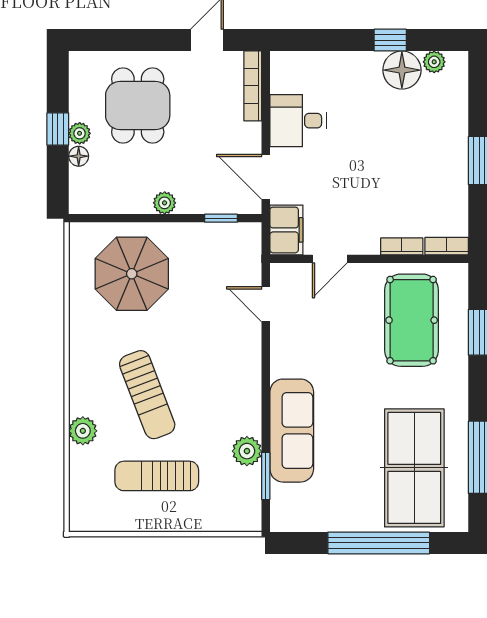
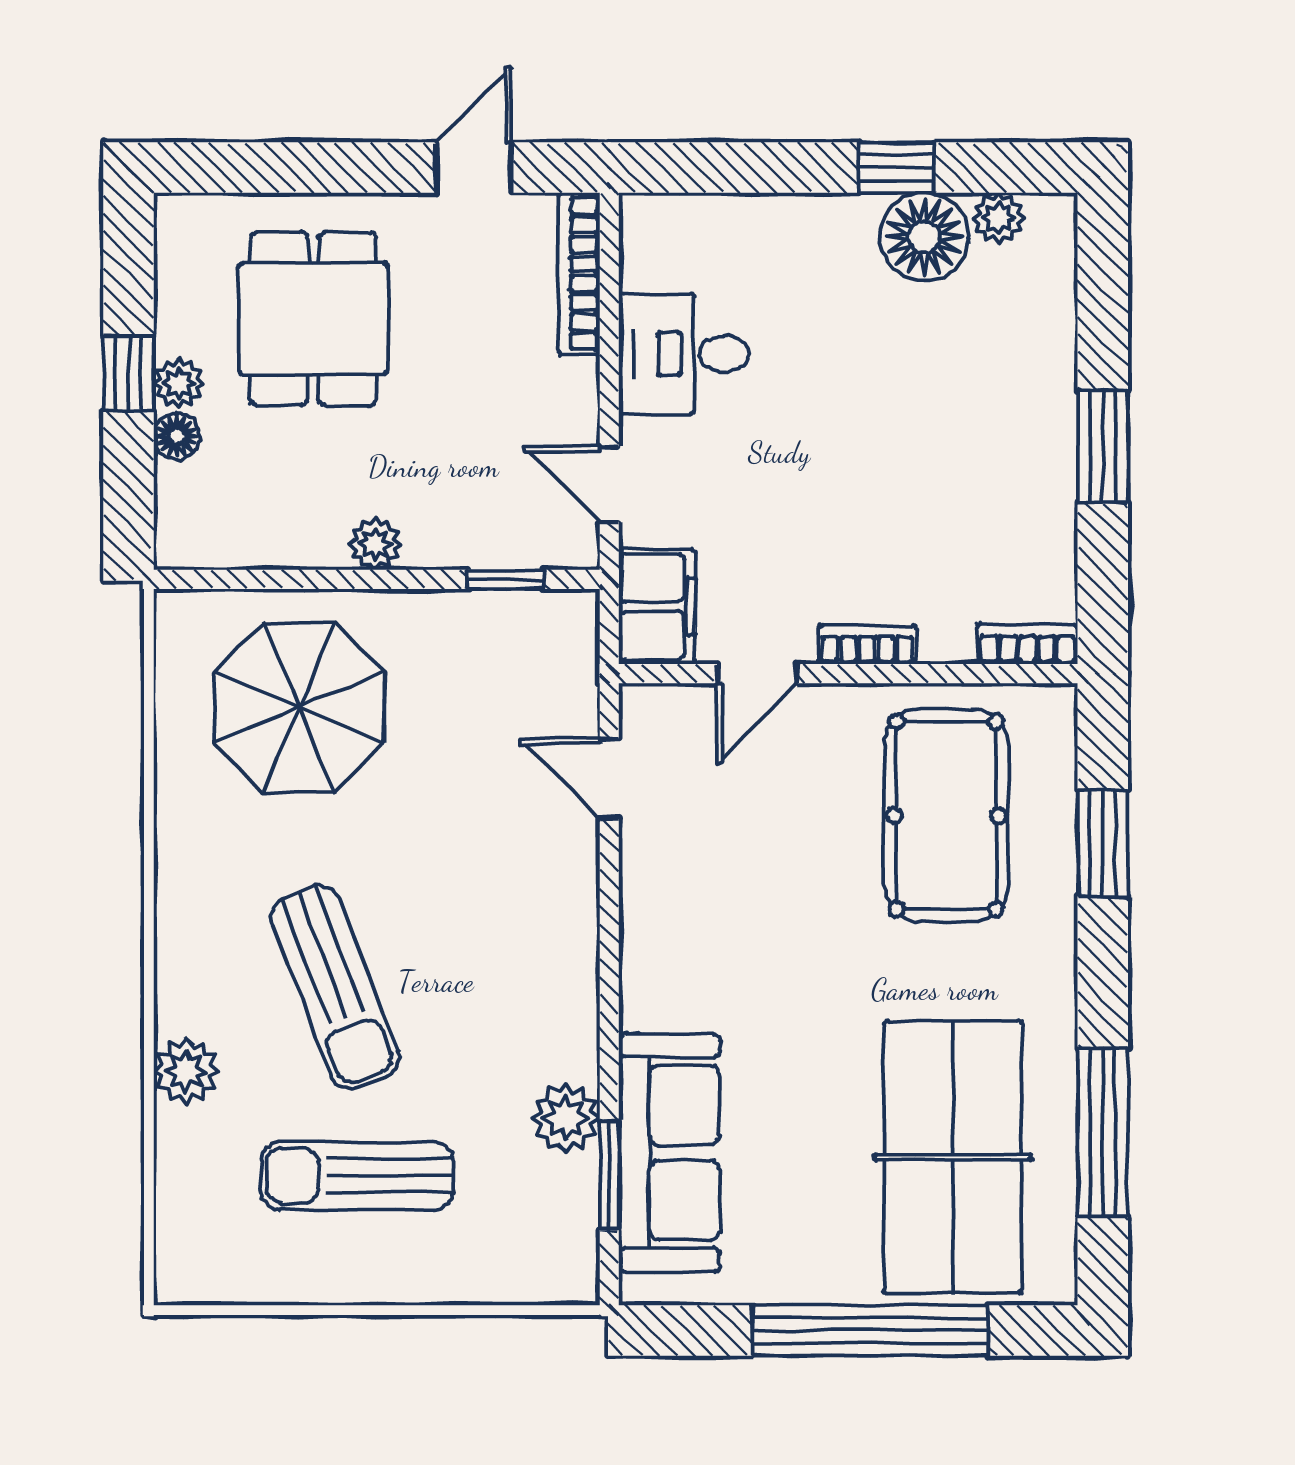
door: (266, 177) -> (609, 484), width x0.73
bookcase: (402, 246) -> (867, 645), moved
sofa: (292, 431) -> (669, 1153), moved

